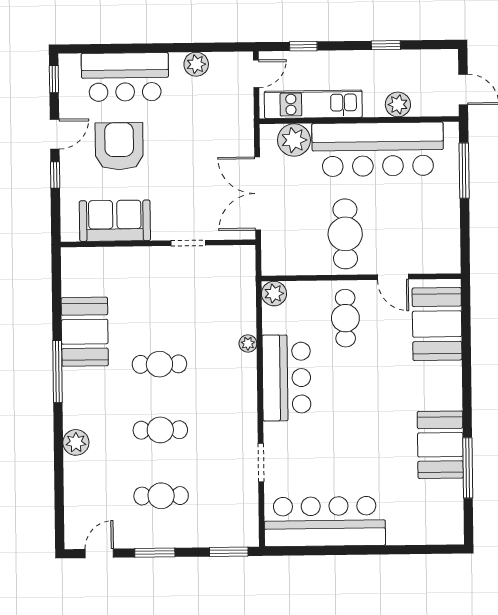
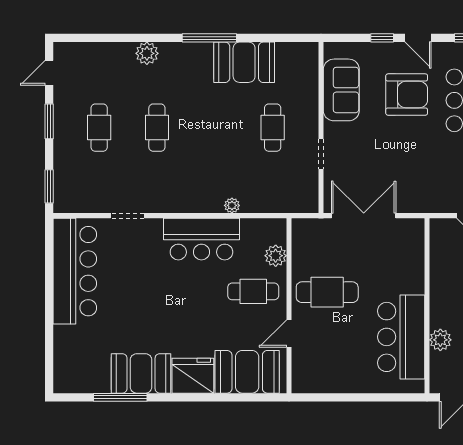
kitchen unit: (313, 104) -> (441, 266), removed
plant: (294, 140) -> (410, 248), removed
bar counter: (378, 149) -> (401, 337), width x0.73
window: (464, 171) -> (382, 397), removed
plant: (274, 294) -> (276, 256), moved
cafe table: (159, 364) -> (273, 128), moved
fridge: (442, 386) -> (193, 376), added
door: (99, 553) -> (49, 73), swing flipped

